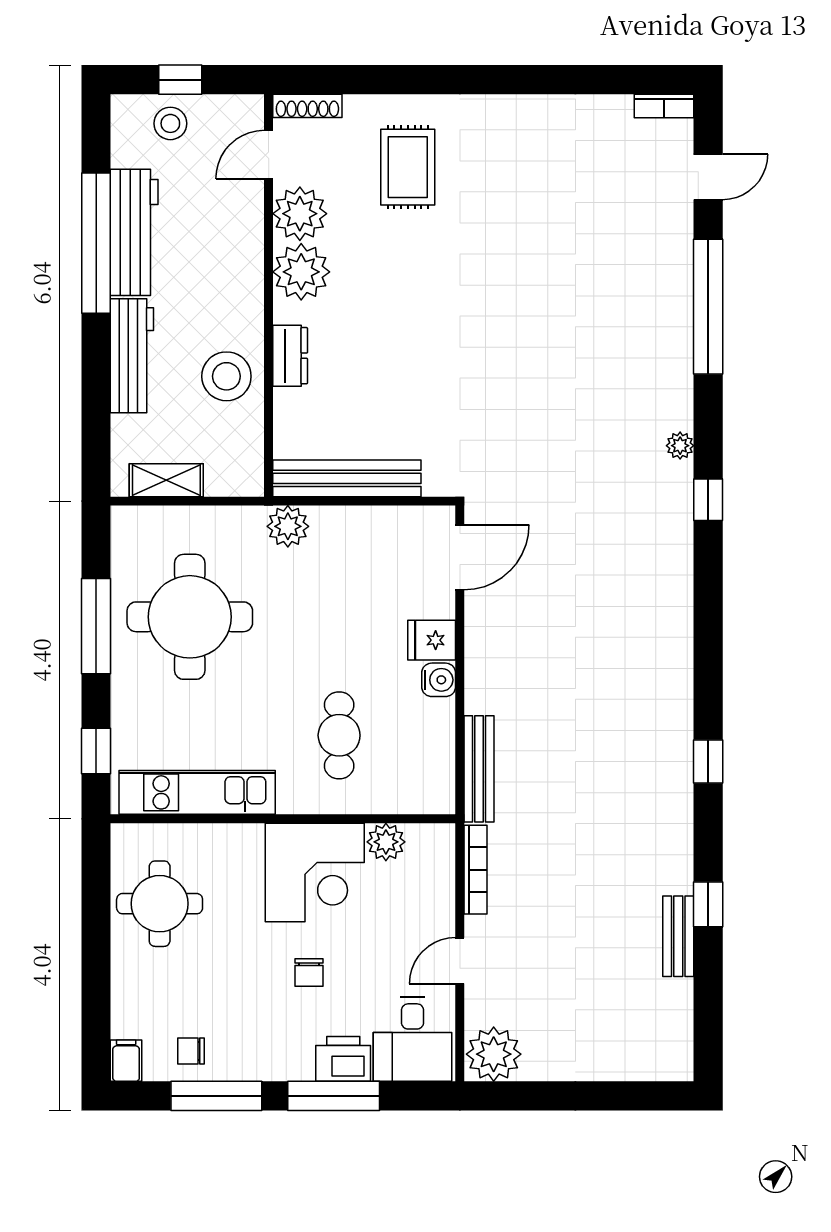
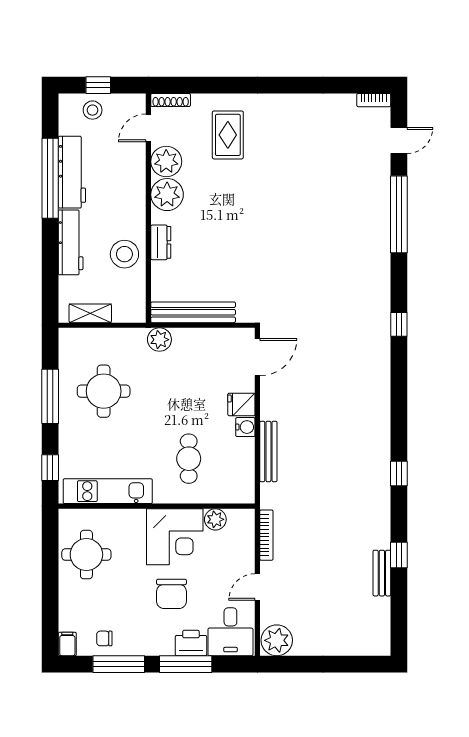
plant: (680, 446) -> (383, 294), removed
round table: (190, 617) -> (104, 391), width x0.73, depth x0.73
bench: (479, 769) -> (268, 451), moved
chair: (309, 973) -> (171, 594), width x1.87, depth x1.87

